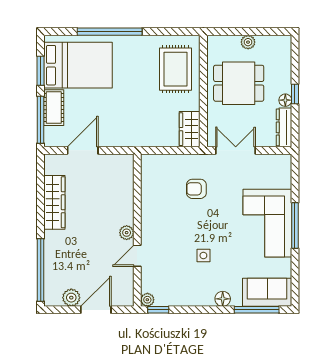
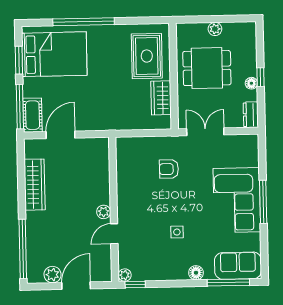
cot: (54, 108) -> (33, 115), moved
dresser: (284, 127) -> (251, 115), width x0.70
wardrobe: (190, 129) -> (161, 98), moved

